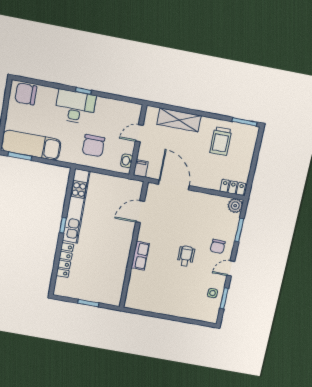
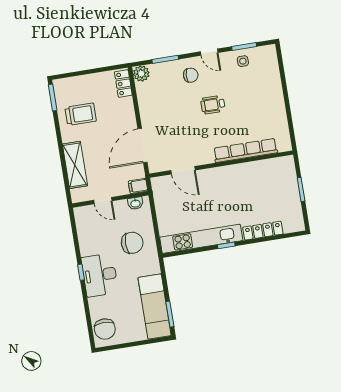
row of seats: (140, 256) -> (245, 150), width x2.02

